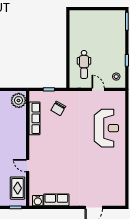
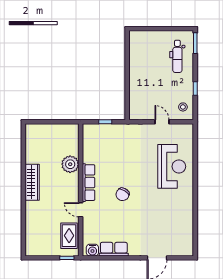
dental chair: (84, 64) -> (177, 56), moved
plant: (19, 100) -> (70, 164), moved
chair: (58, 108) -> (123, 194), moved
row of seats: (34, 118) -> (89, 183), moved

